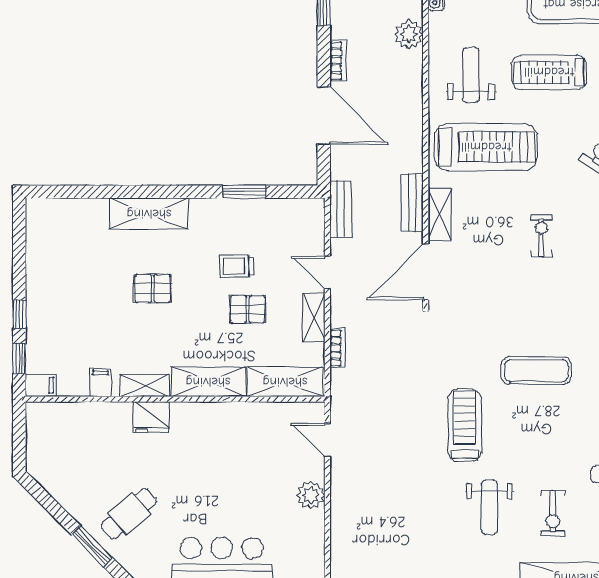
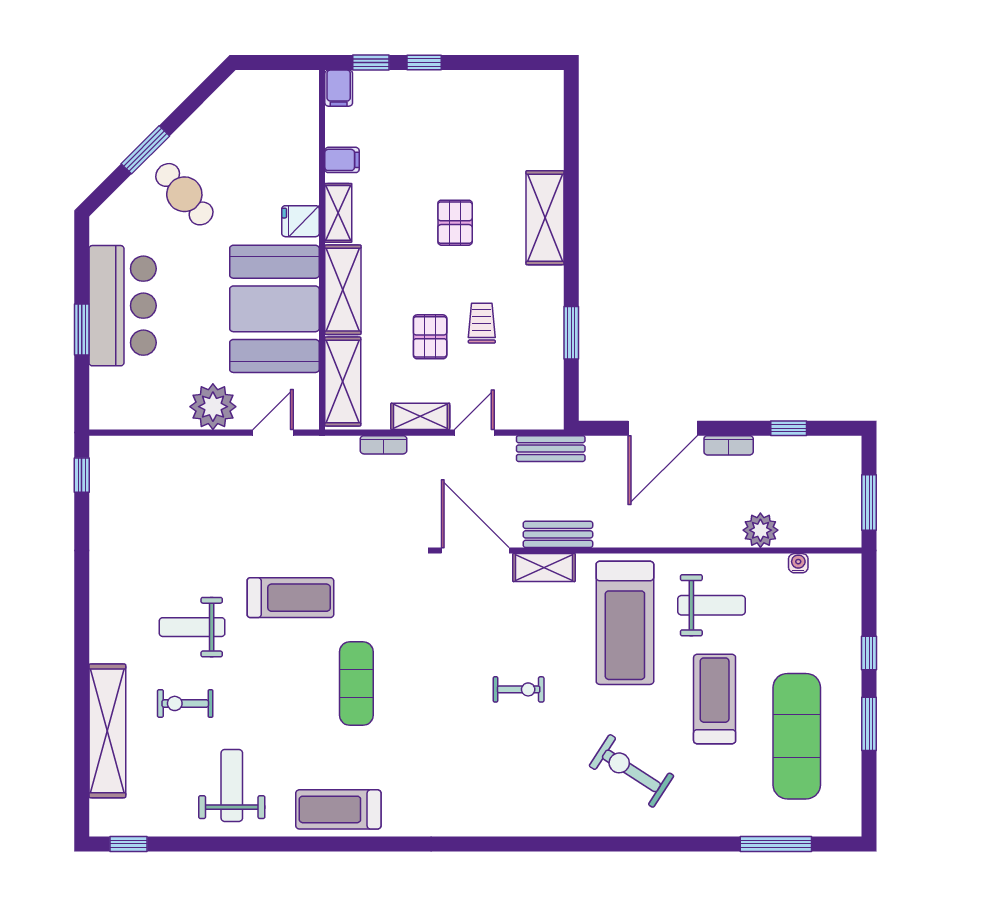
fridge: (151, 417) -> (300, 221), width x0.72
booth: (224, 439) -> (274, 309), added
plant: (311, 495) -> (213, 407), width x1.36, depth x1.36

